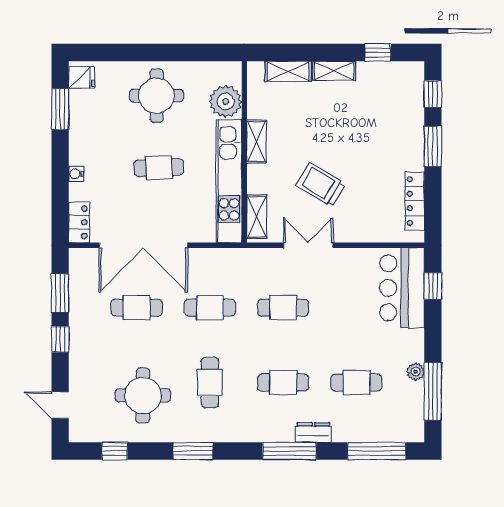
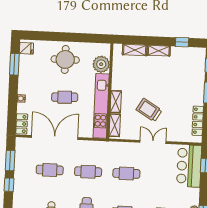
shelving: (257, 142) -> (116, 102), moved
double door: (143, 245) -> (55, 137), swing flipped
double door: (308, 245) -> (153, 142), moved

